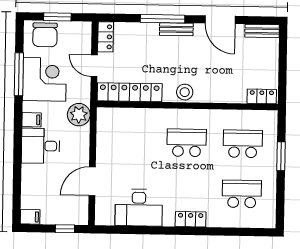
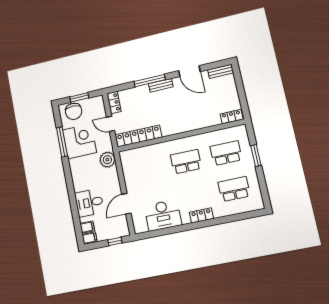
stool: (185, 92) -> (176, 127), removed
filing cabinet: (32, 120) -> (87, 227), moved
desk: (41, 146) -> (89, 203), moved

